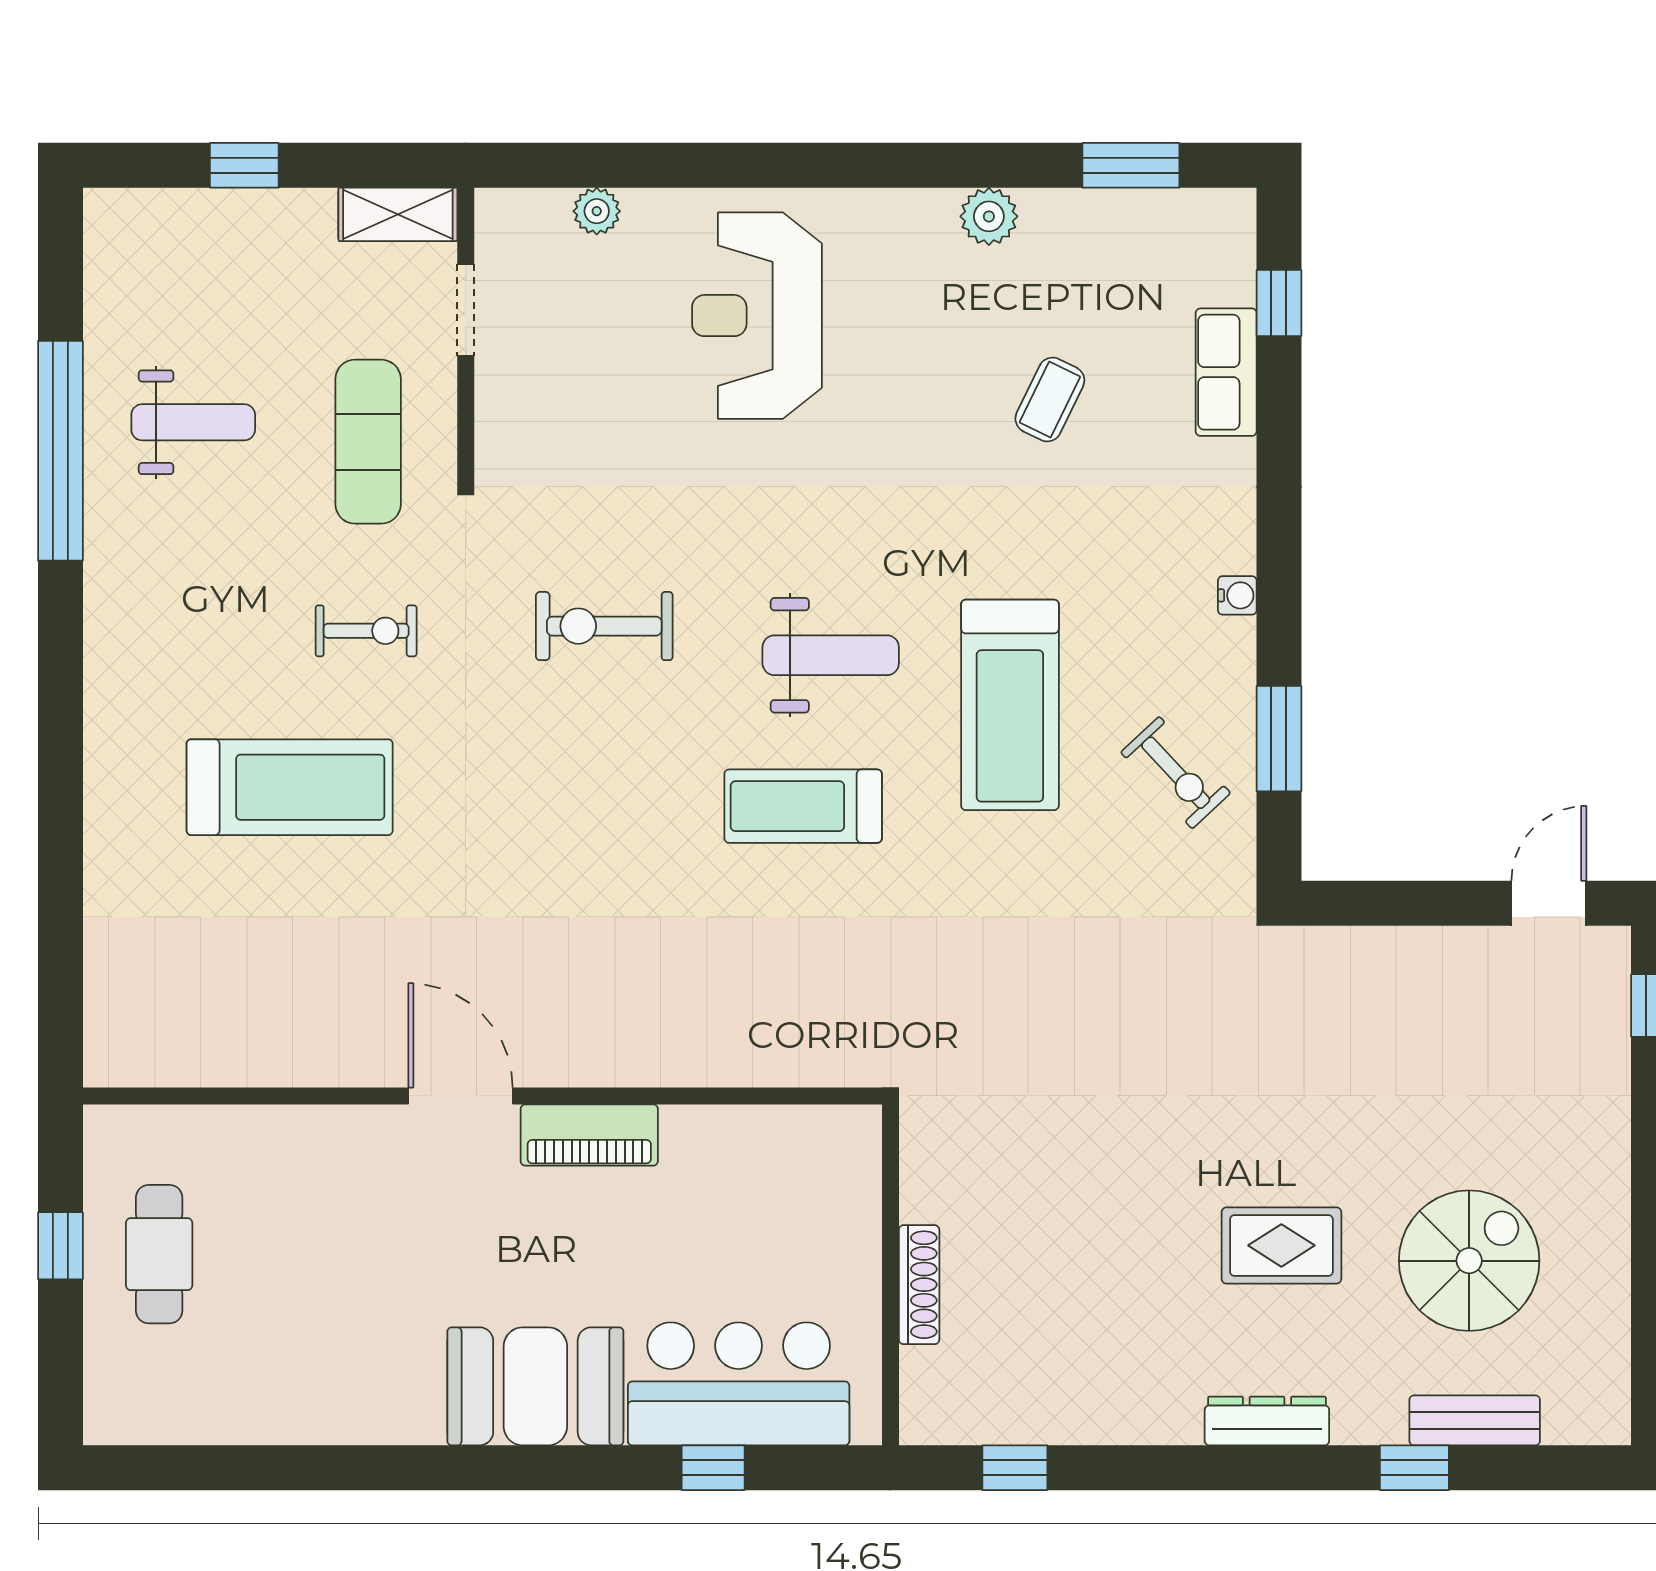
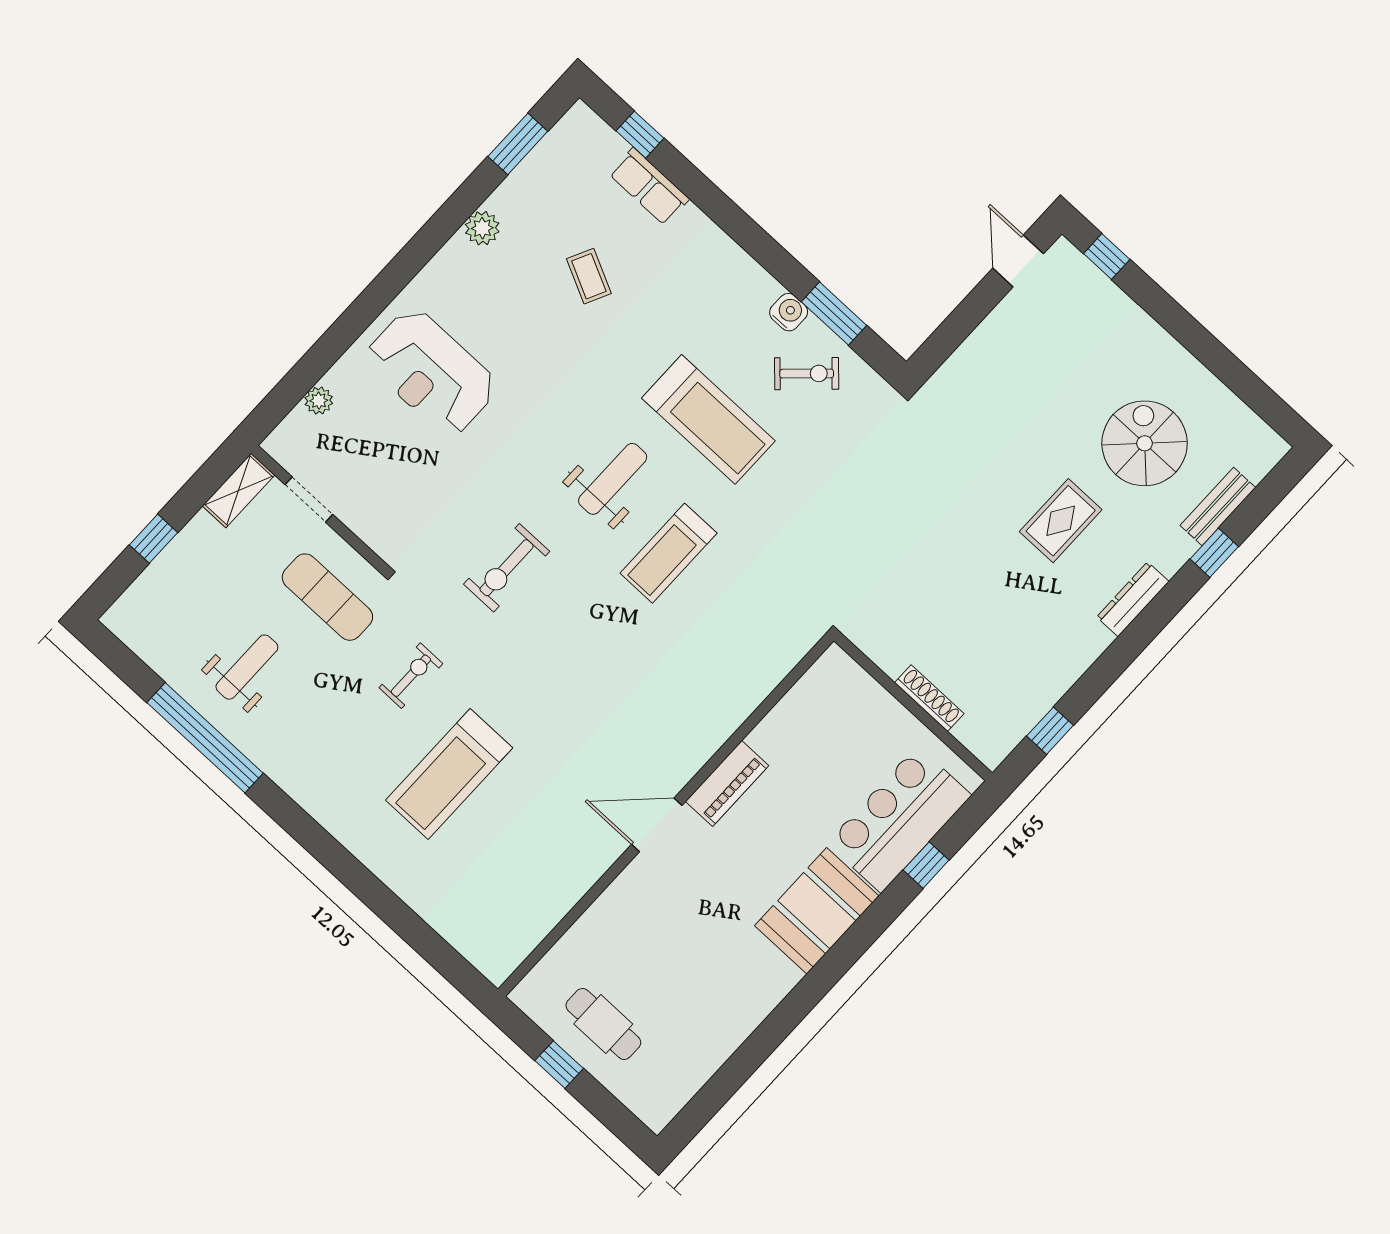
water cooler: (1237, 595) -> (789, 312), moved, width x1.38, depth x1.38
treadmill: (290, 787) -> (449, 774), turned 180

